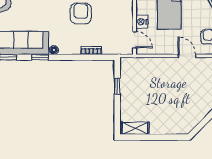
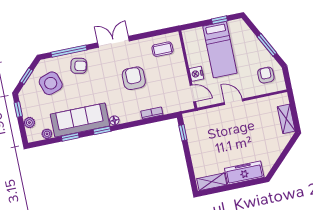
door: (187, 56) -> (234, 102), moved
window: (117, 86) -> (183, 133), moved
freezer: (168, 126) -> (244, 173), added

